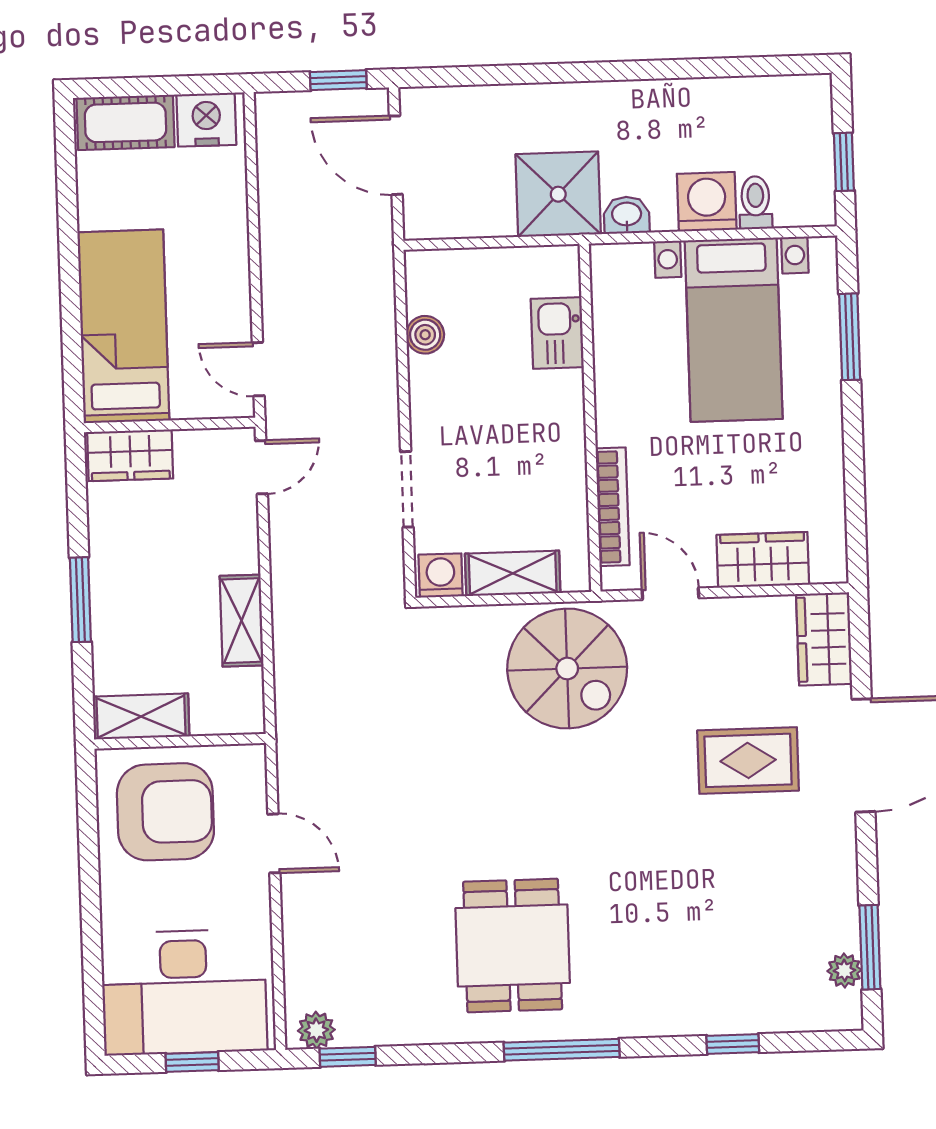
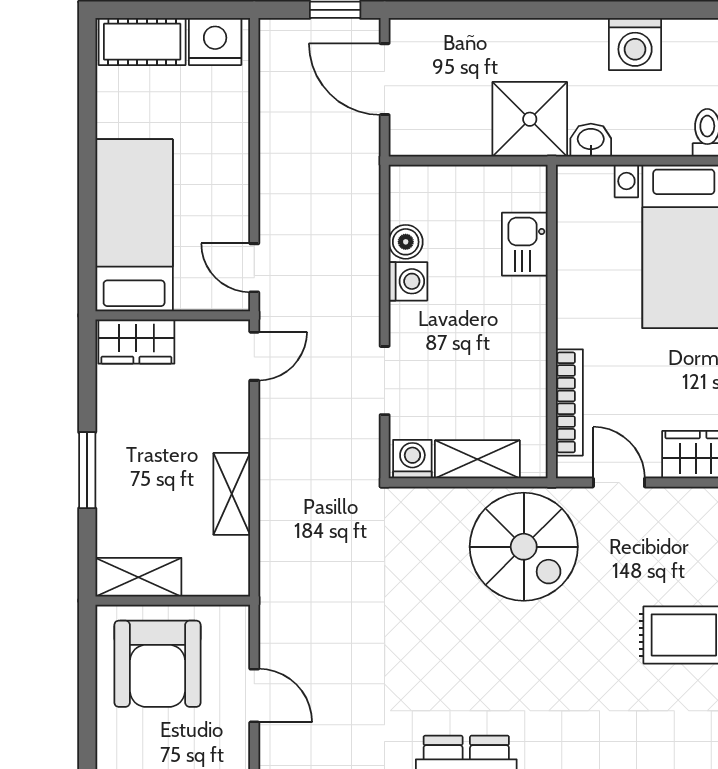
washing machine: (707, 202) -> (635, 44), moved, turned 180
washing machine: (429, 378) -> (408, 281), added
armchair: (165, 812) -> (158, 664), turned 90

